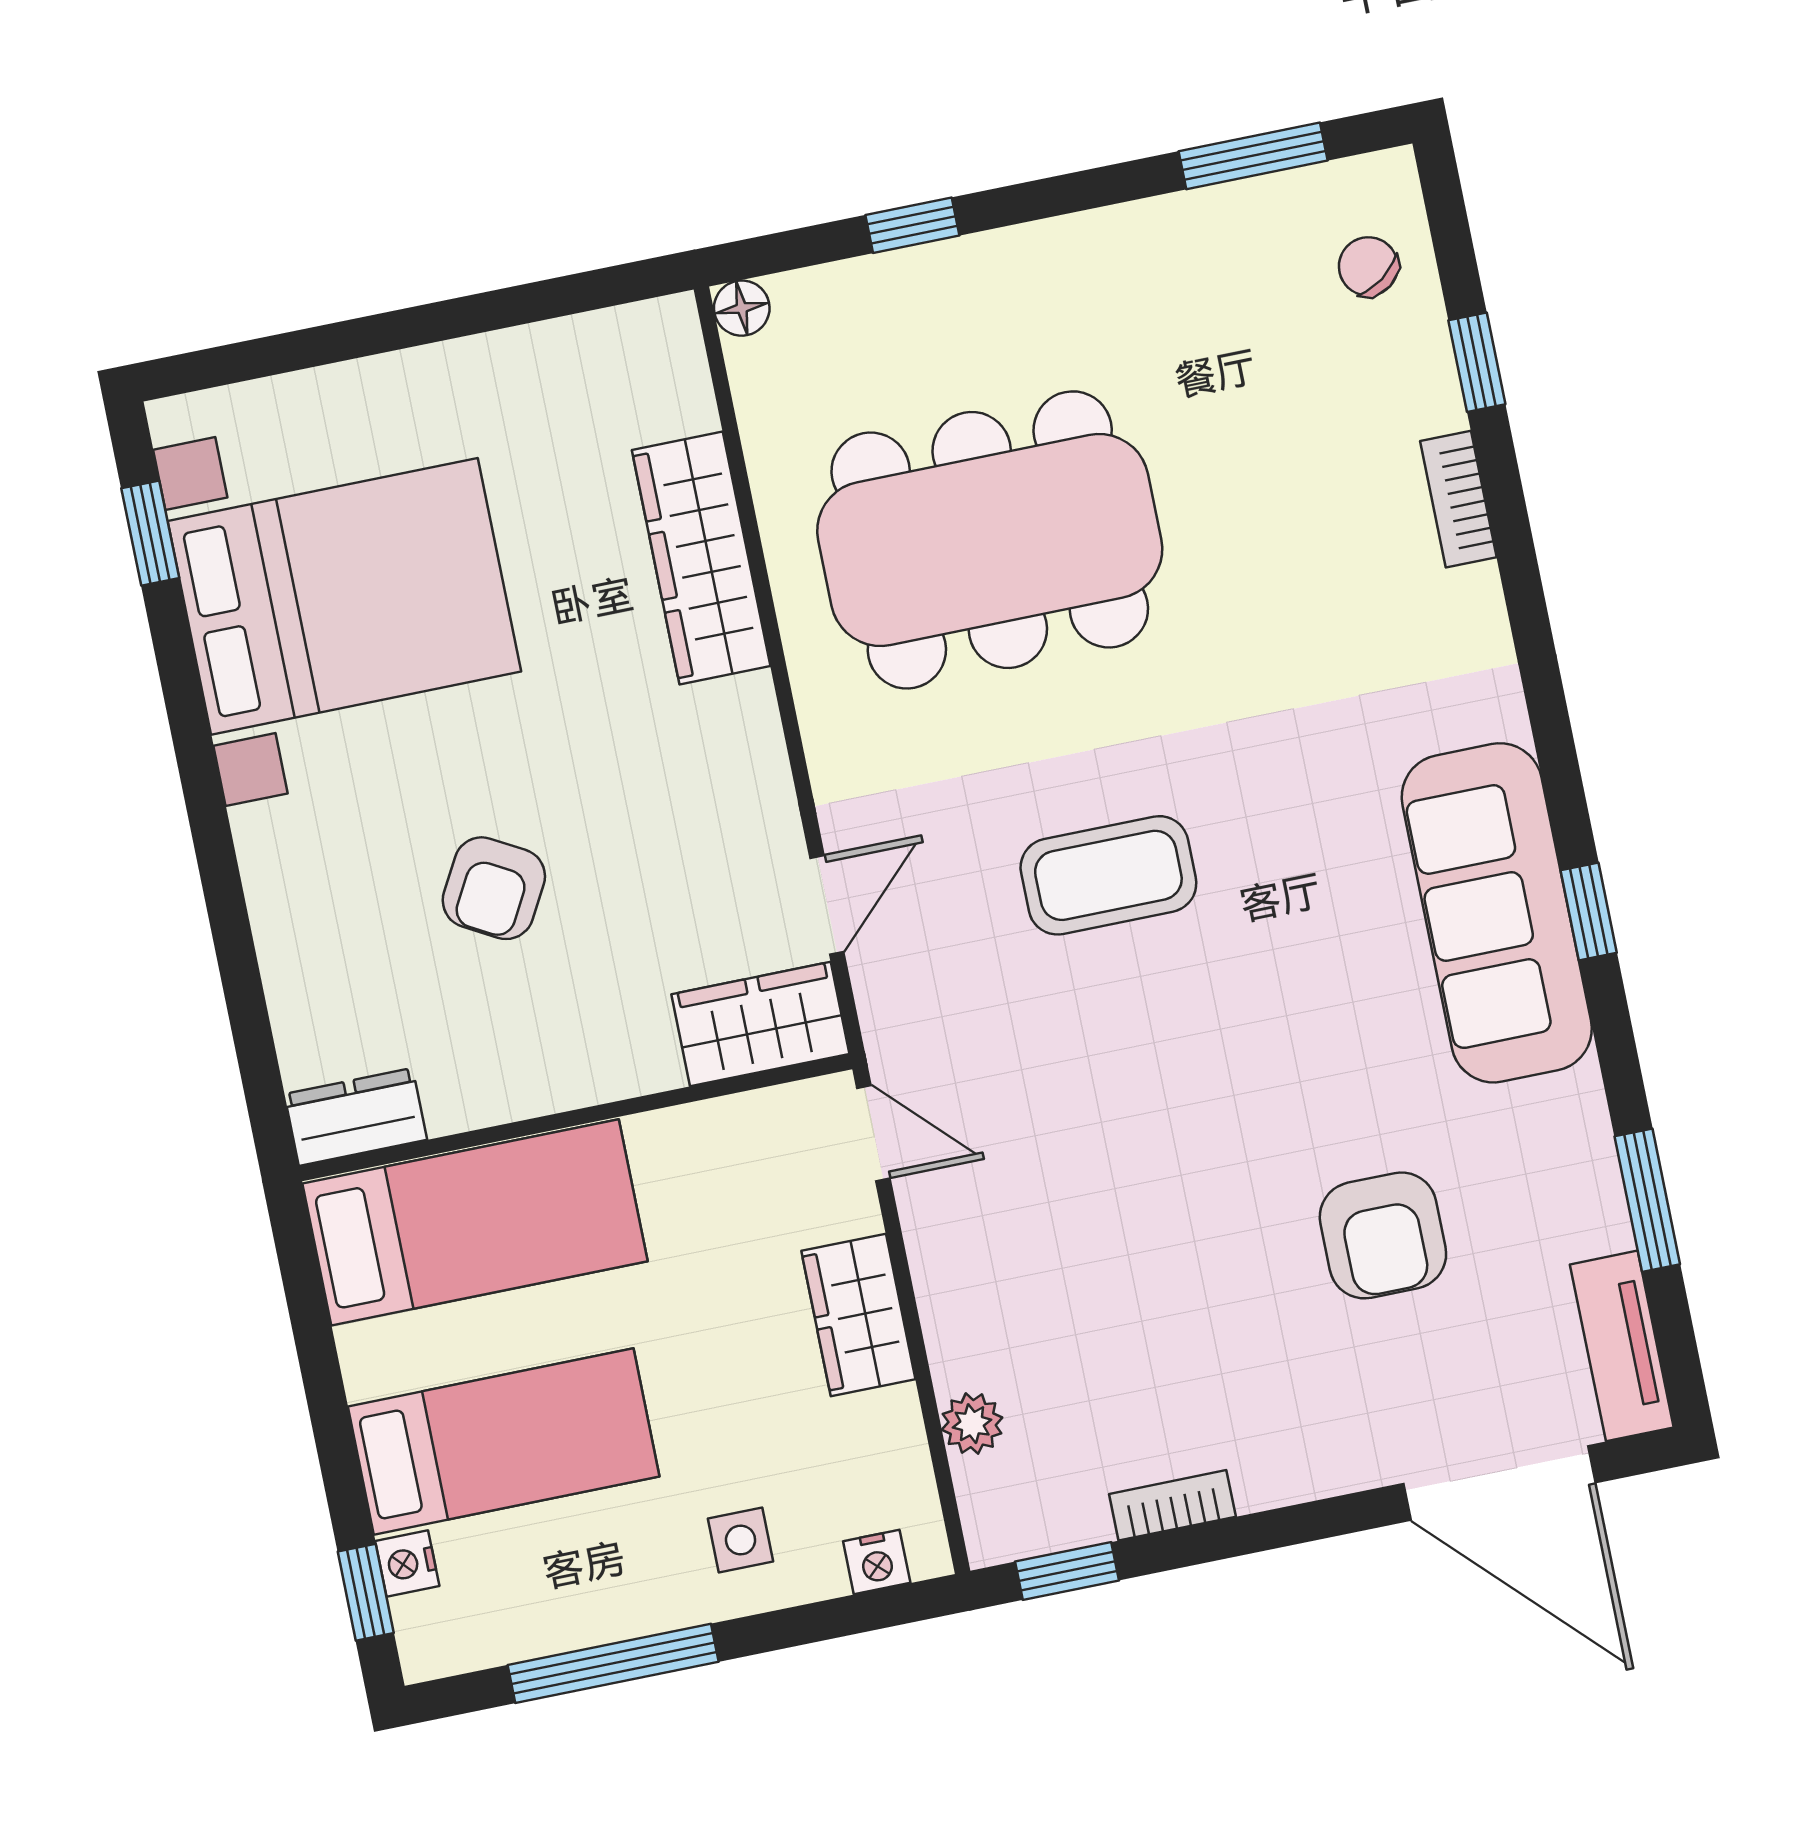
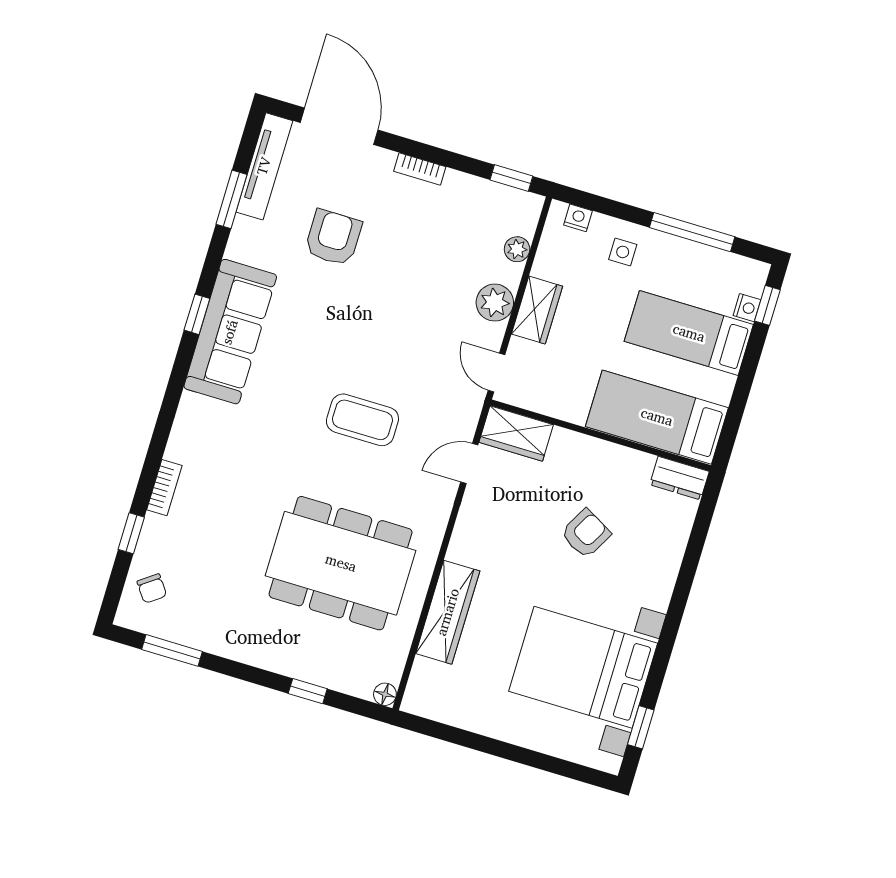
plant: (958, 1282) -> (495, 303), added
tv unit: (1622, 1346) -> (264, 166), width x1.41
bookcase: (1172, 1505) -> (420, 169), moved

